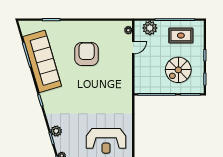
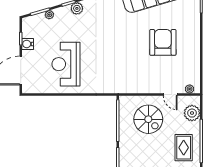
armchair: (87, 54) -> (163, 42), turned -90
spiral stairs: (178, 70) -> (148, 119), moved, turned 180

